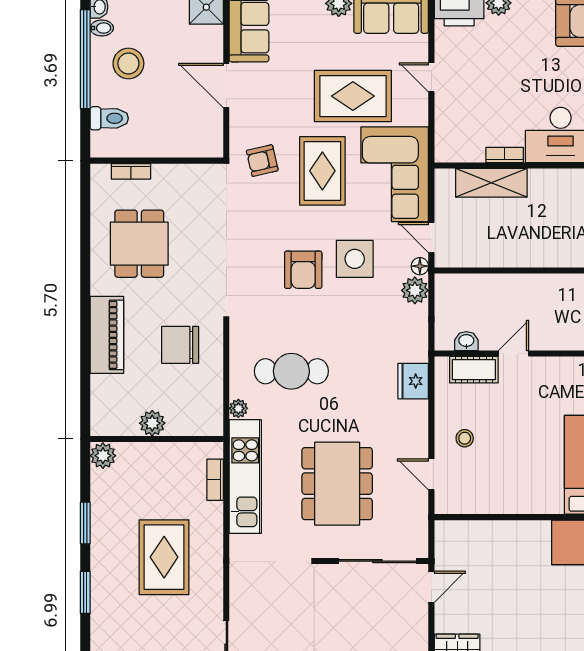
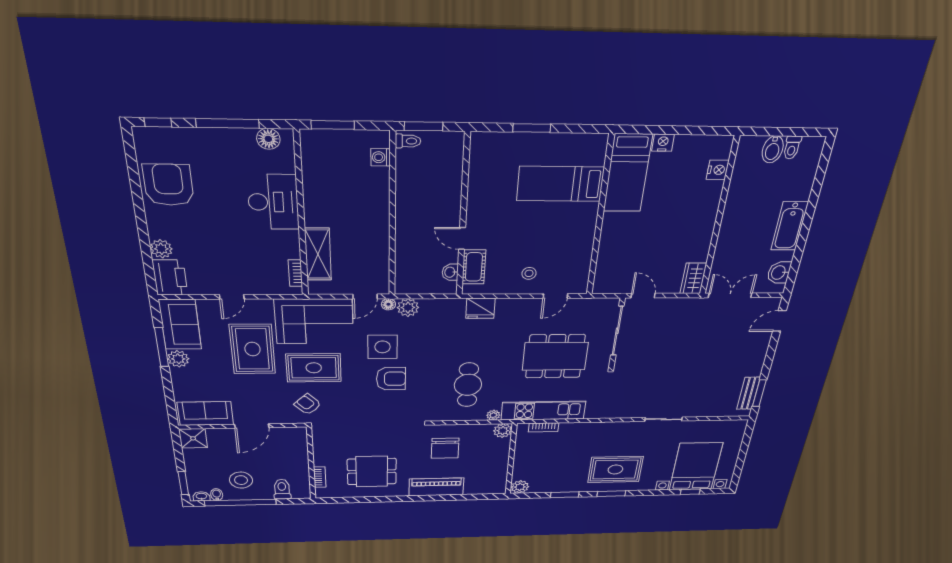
bookcase: (505, 155) -> (295, 273), moved
armchair: (262, 161) -> (308, 404), turned 149
plant: (152, 423) -> (503, 431), moved
rug: (164, 557) -> (615, 469), moved

